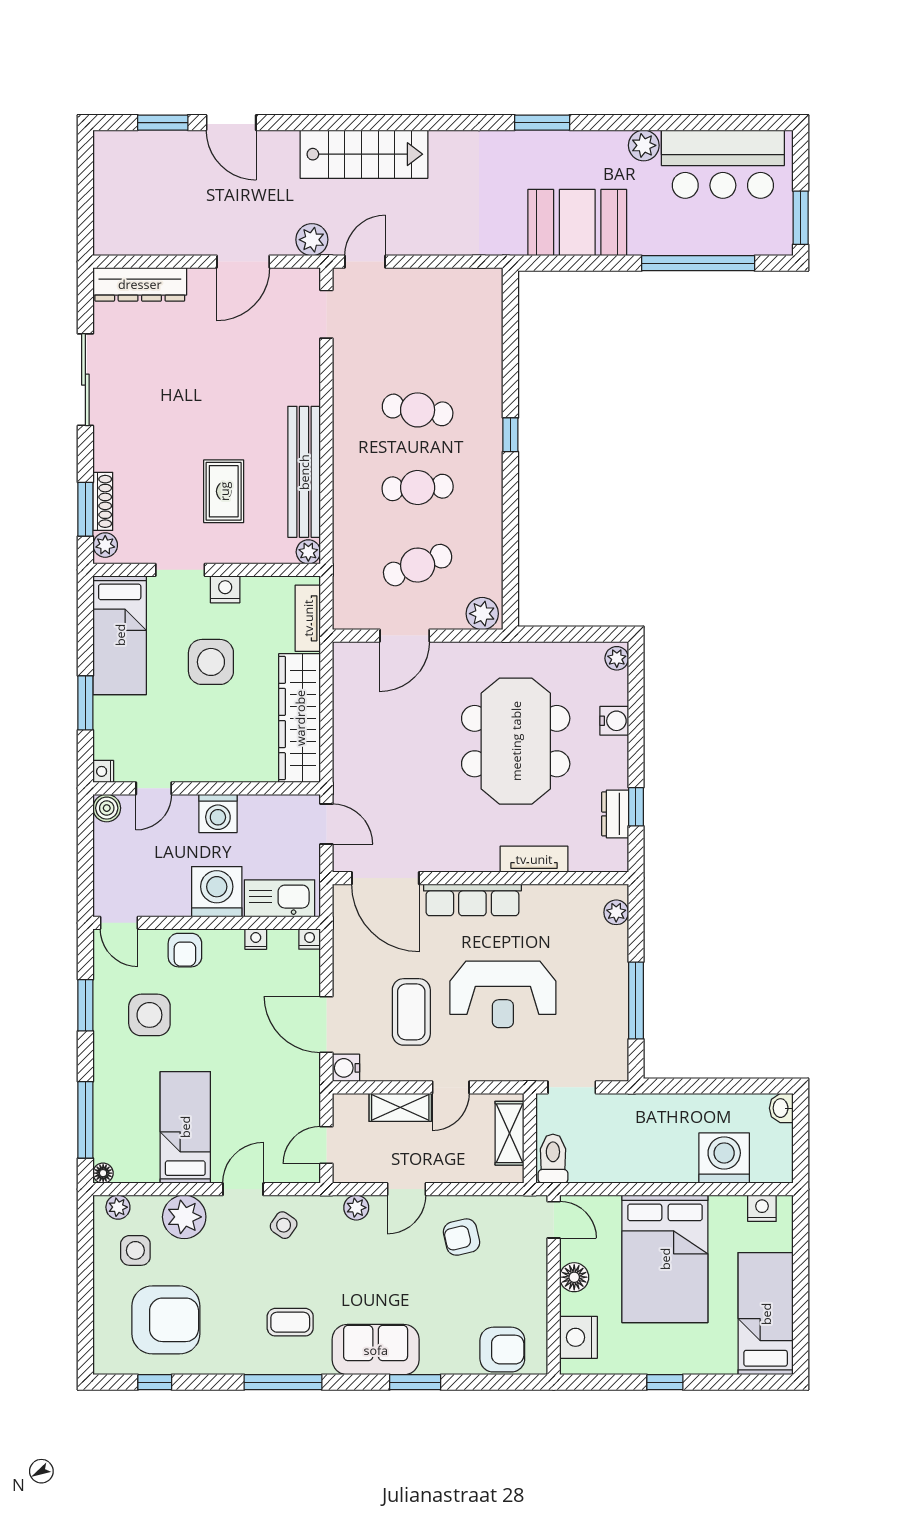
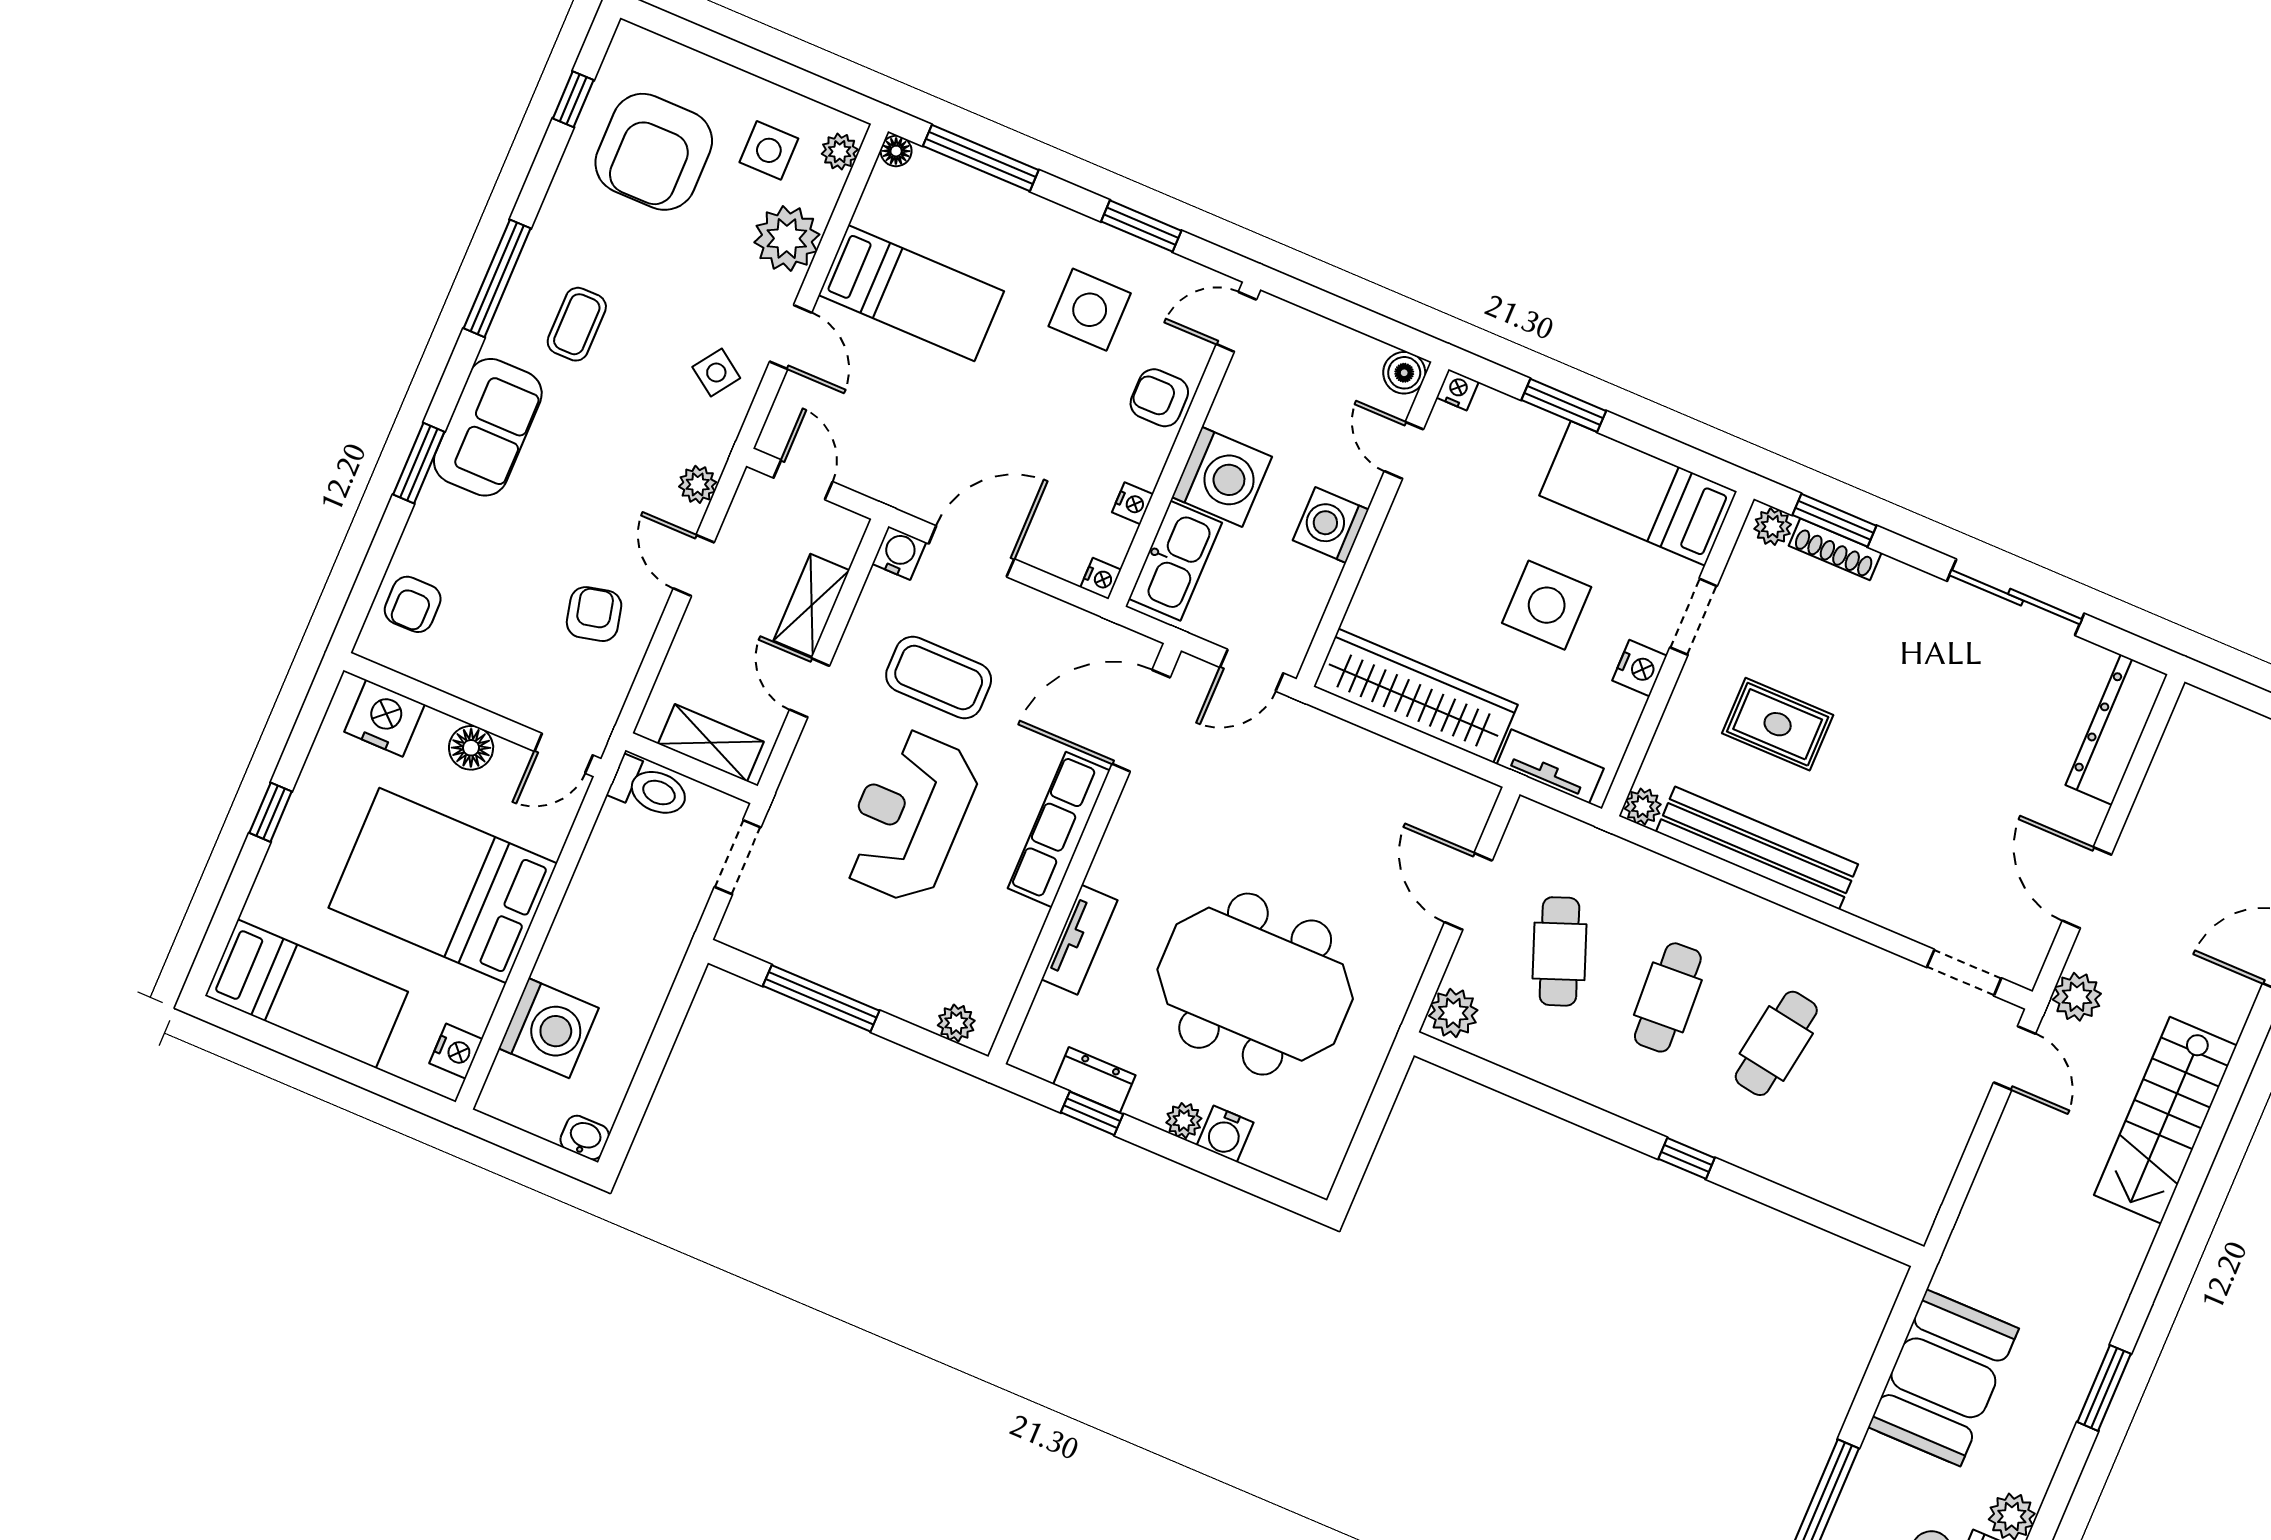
plant: (617, 658) -> (1184, 1121), moved
armchair: (502, 1350) -> (413, 604), width x0.72, depth x0.72

